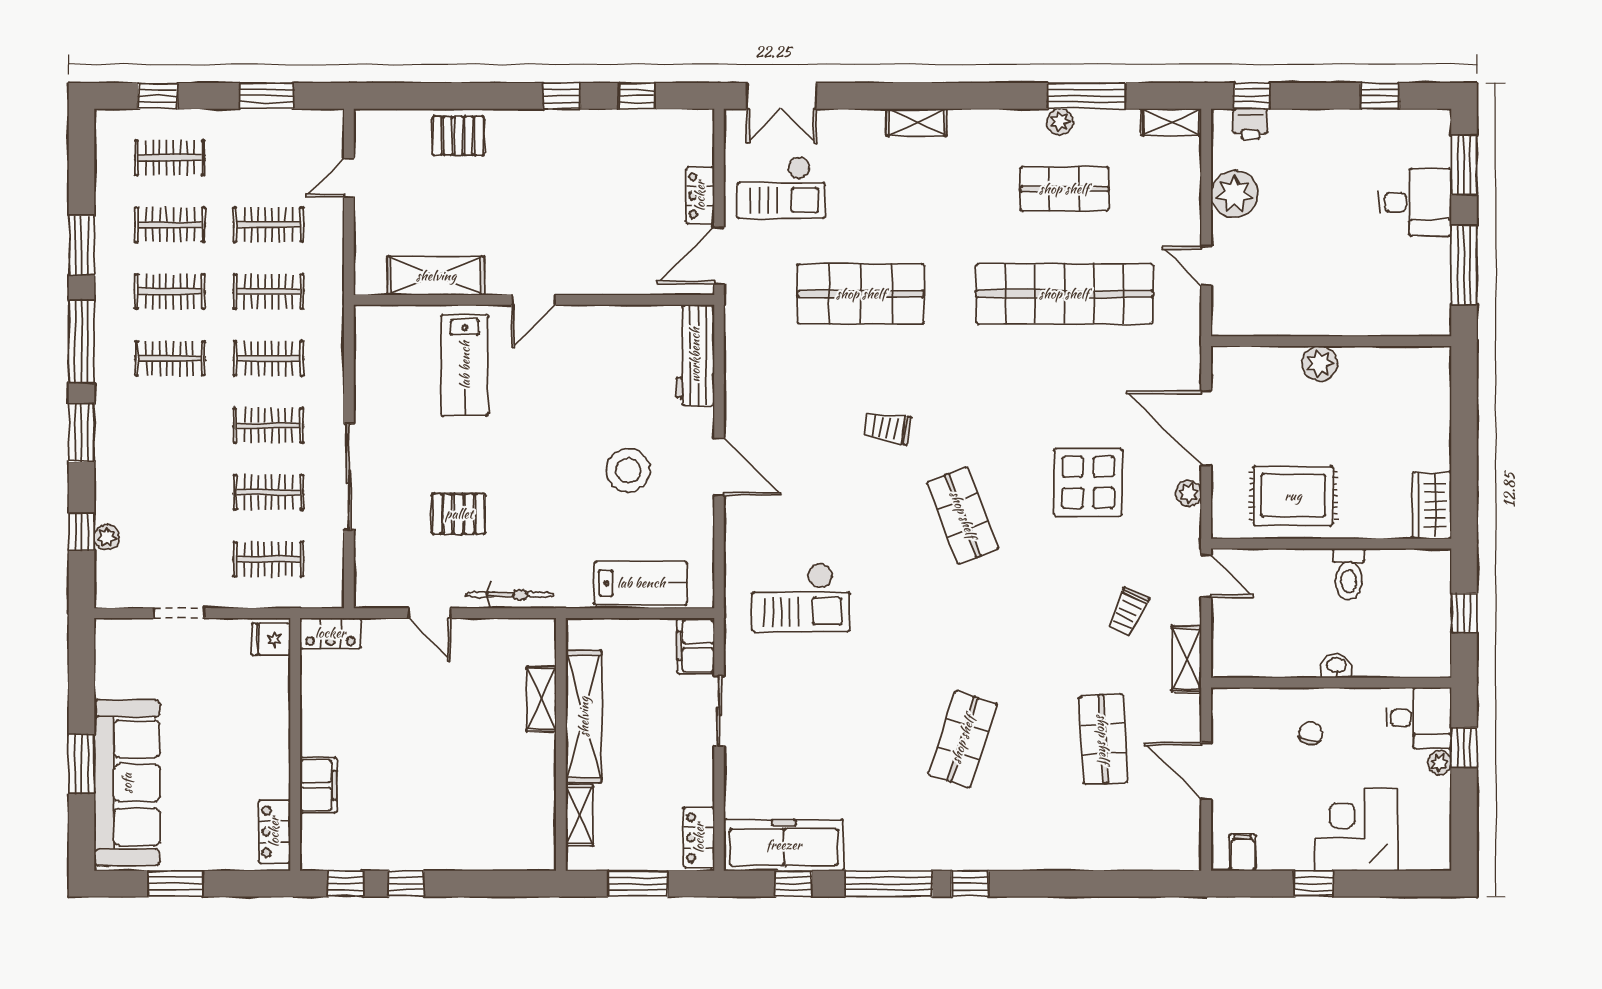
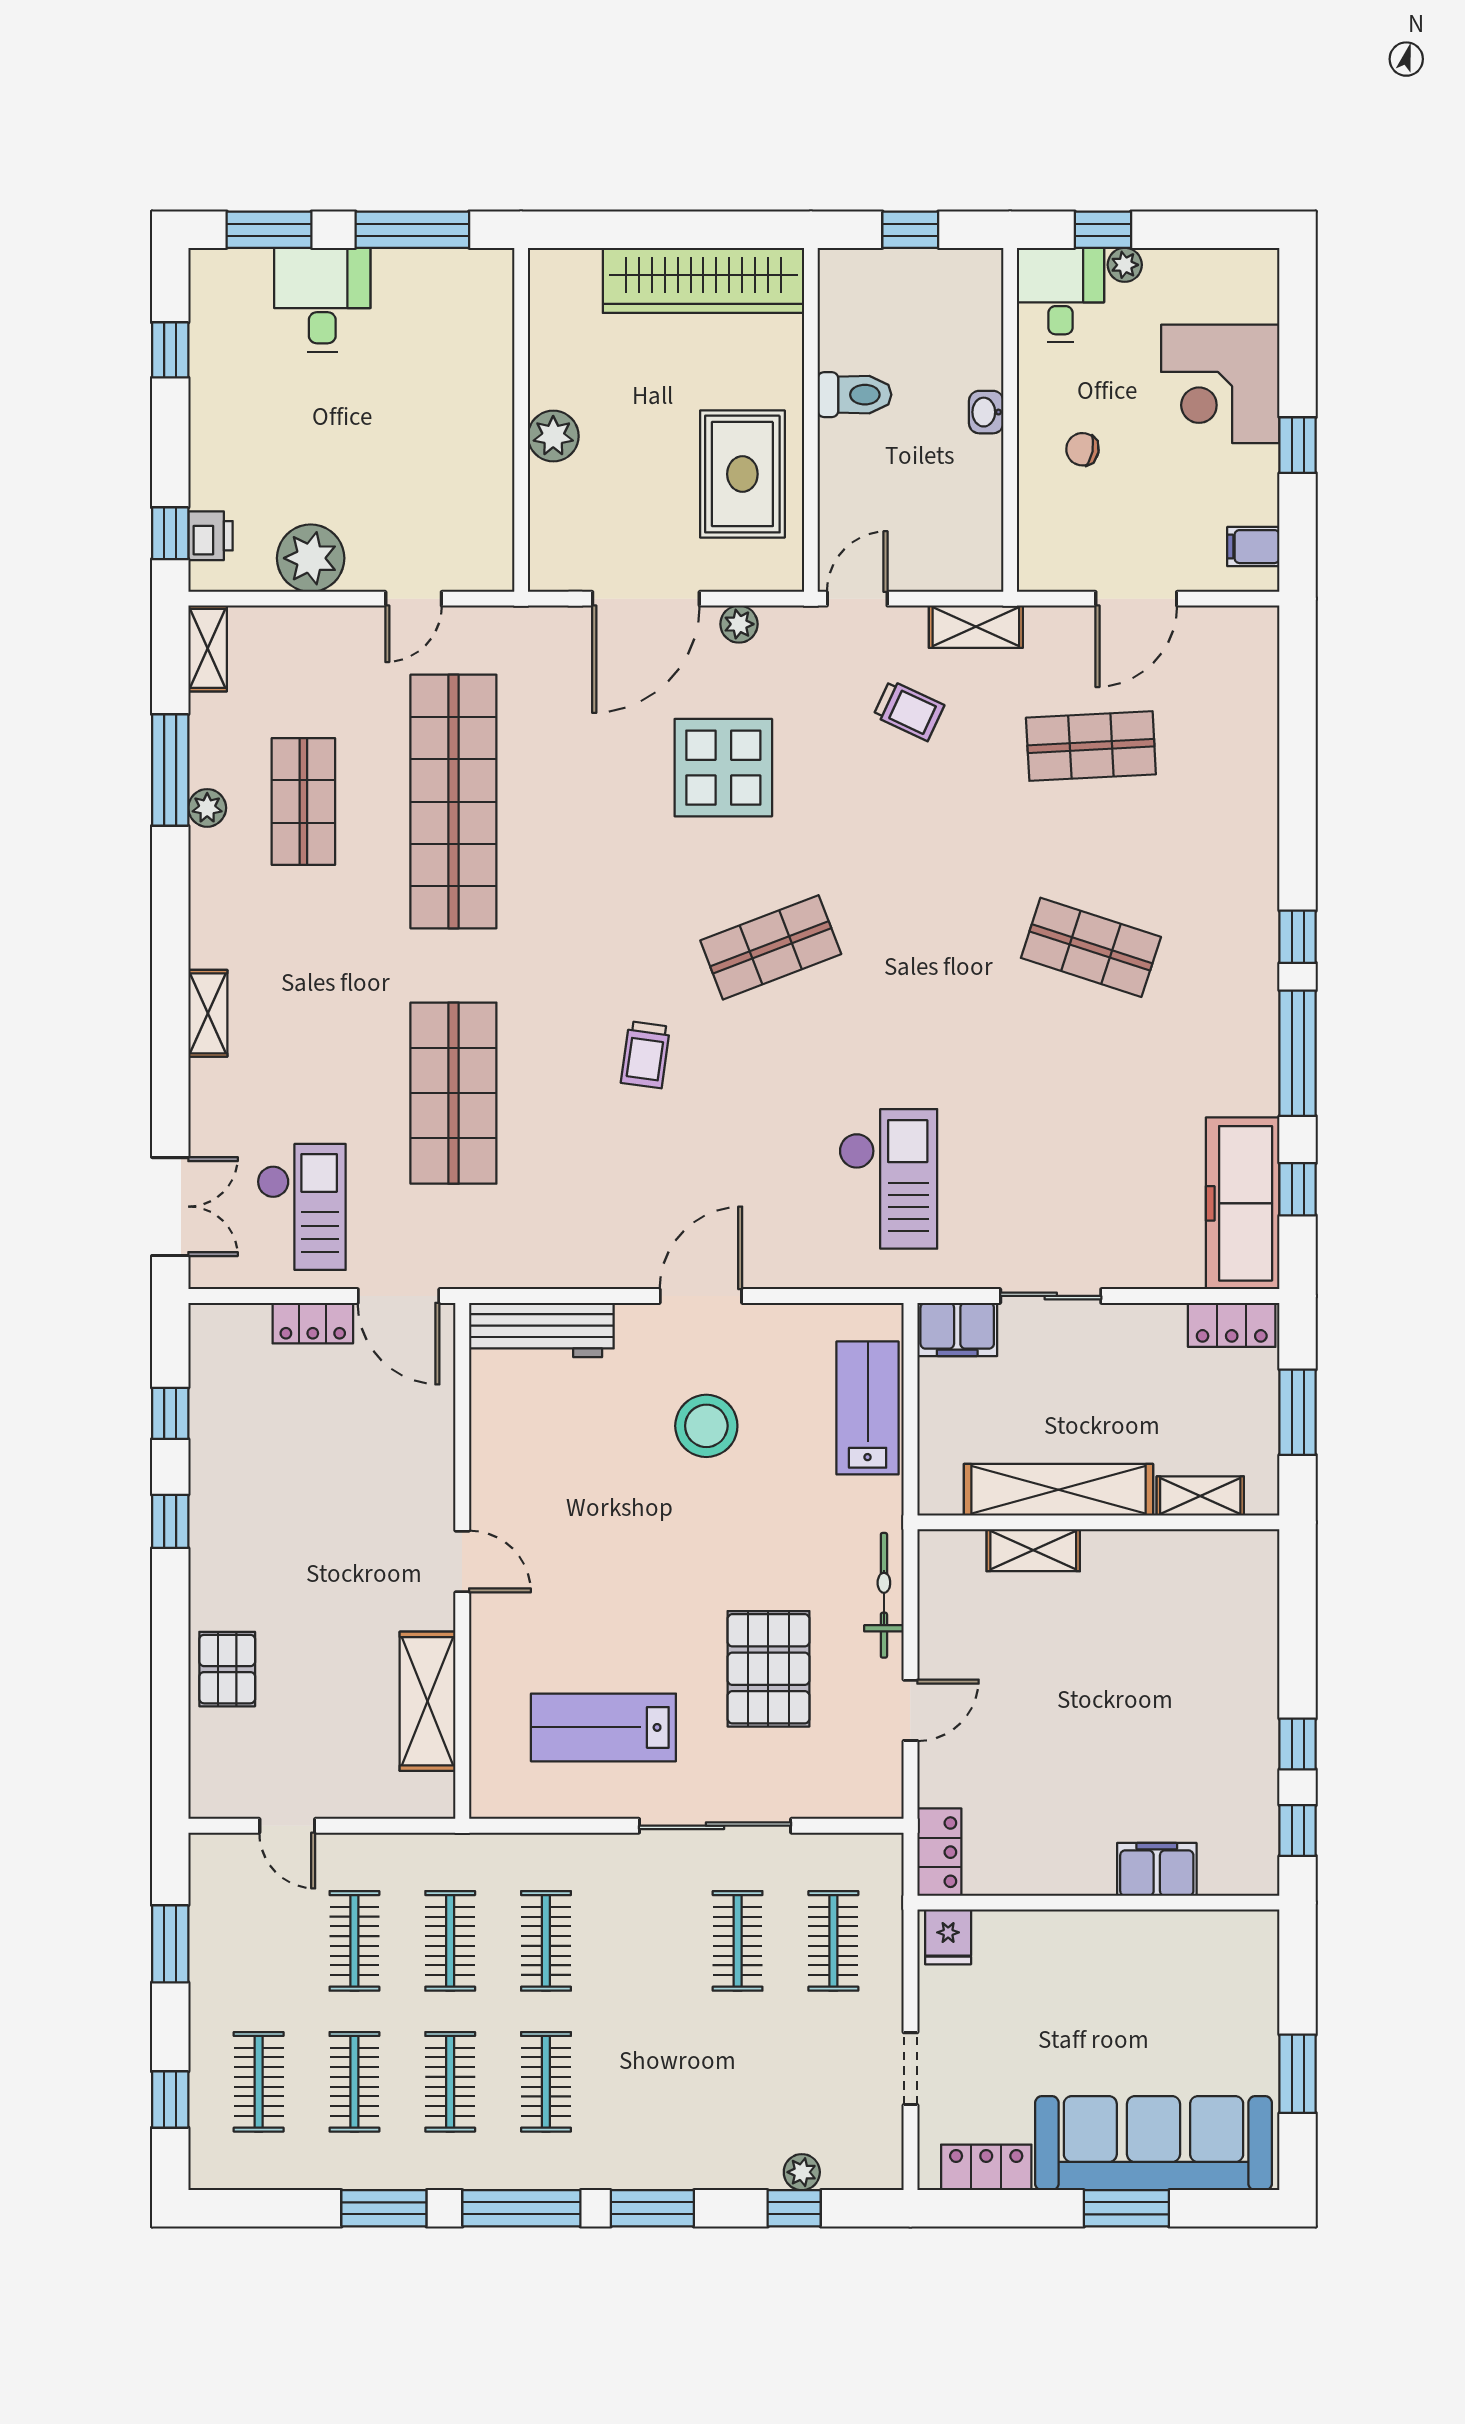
lab bench: (465, 365) -> (603, 1727), moved, turned 180
clothes rail: (268, 425) -> (642, 1941), removed
wardrobe: (1432, 505) -> (703, 280), width x2.10, depth x1.17
pallet: (459, 514) -> (768, 1669), width x1.50, depth x1.42
locker: (274, 832) -> (986, 2167), moved, turned 180

